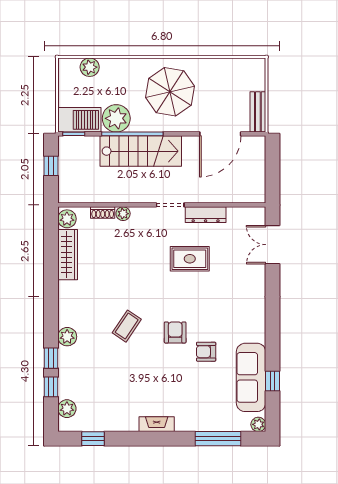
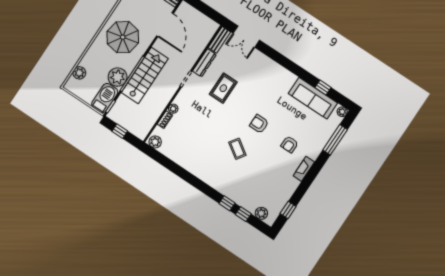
bench: (246, 214) -> (219, 40), added
wardrobe: (68, 255) -> (175, 155), removed
plant: (67, 337) -> (221, 186), removed
armchair: (206, 352) -> (289, 144), moved

